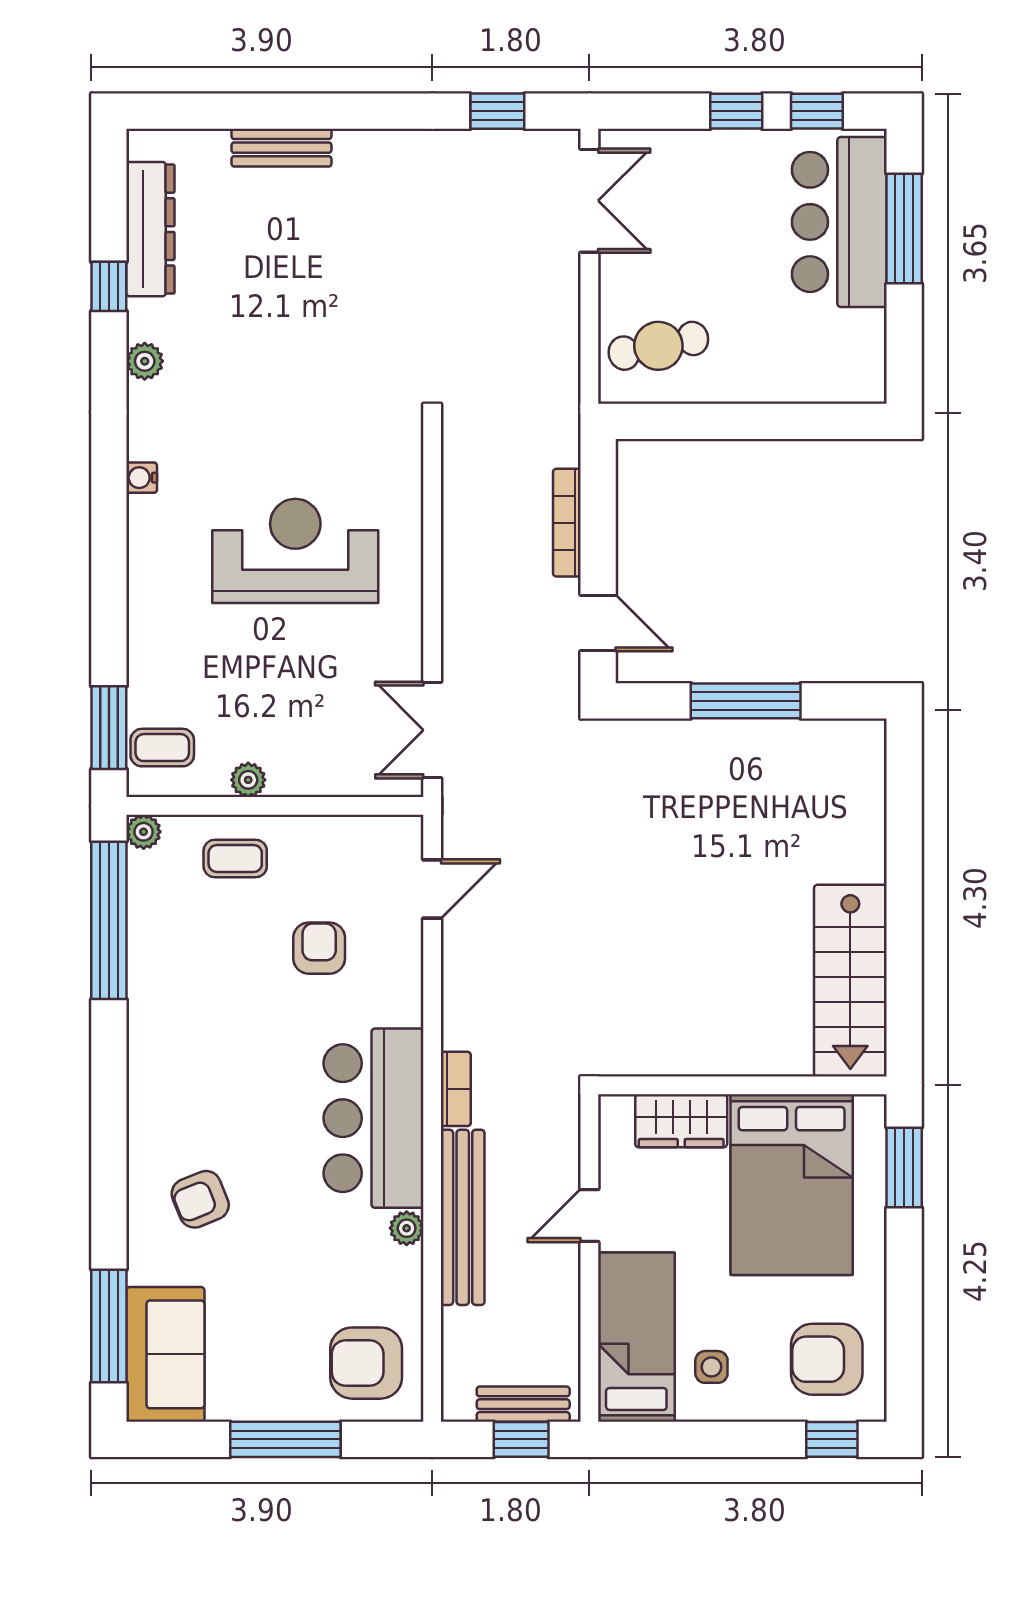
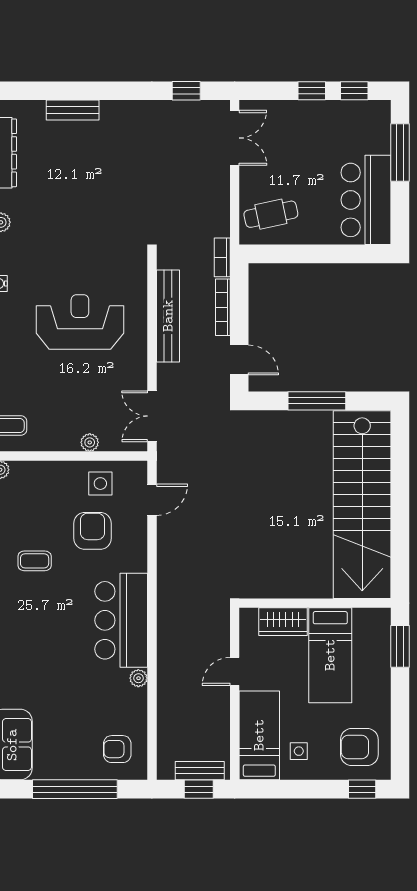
bar counter: (839, 222) -> (366, 200), moved
plant: (248, 780) -> (90, 442), moved
coffee table: (235, 858) -> (35, 561), moved
side table: (334, 858) -> (100, 484), added
armchair: (319, 948) -> (92, 531), width x1.38, depth x1.38
stairs: (850, 981) -> (362, 505), width x1.86, depth x1.51
bookcase: (456, 1089) -> (222, 257), moved, turned 180
bed: (792, 1185) -> (330, 655), width x0.67
armchair: (200, 1199) -> (30, 663), removed
bench: (463, 1217) -> (168, 316), moved
armchair: (366, 1363) -> (117, 749), width x0.72, depth x0.72
window: (285, 1439) -> (75, 789), width x1.46

